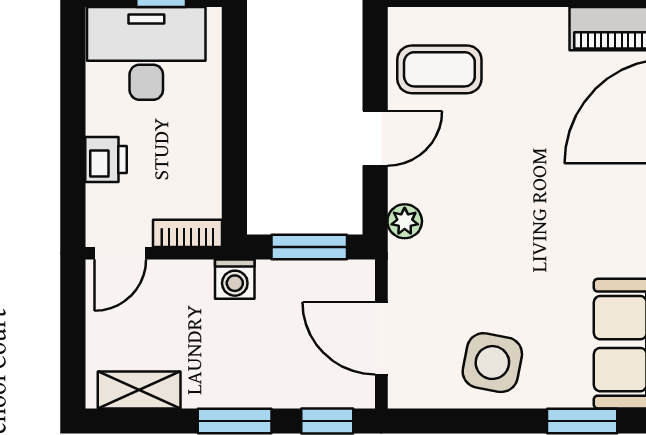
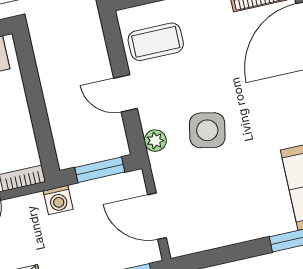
door: (375, 138) -> (125, 93), swing flipped
side table: (492, 363) -> (207, 130), moved

